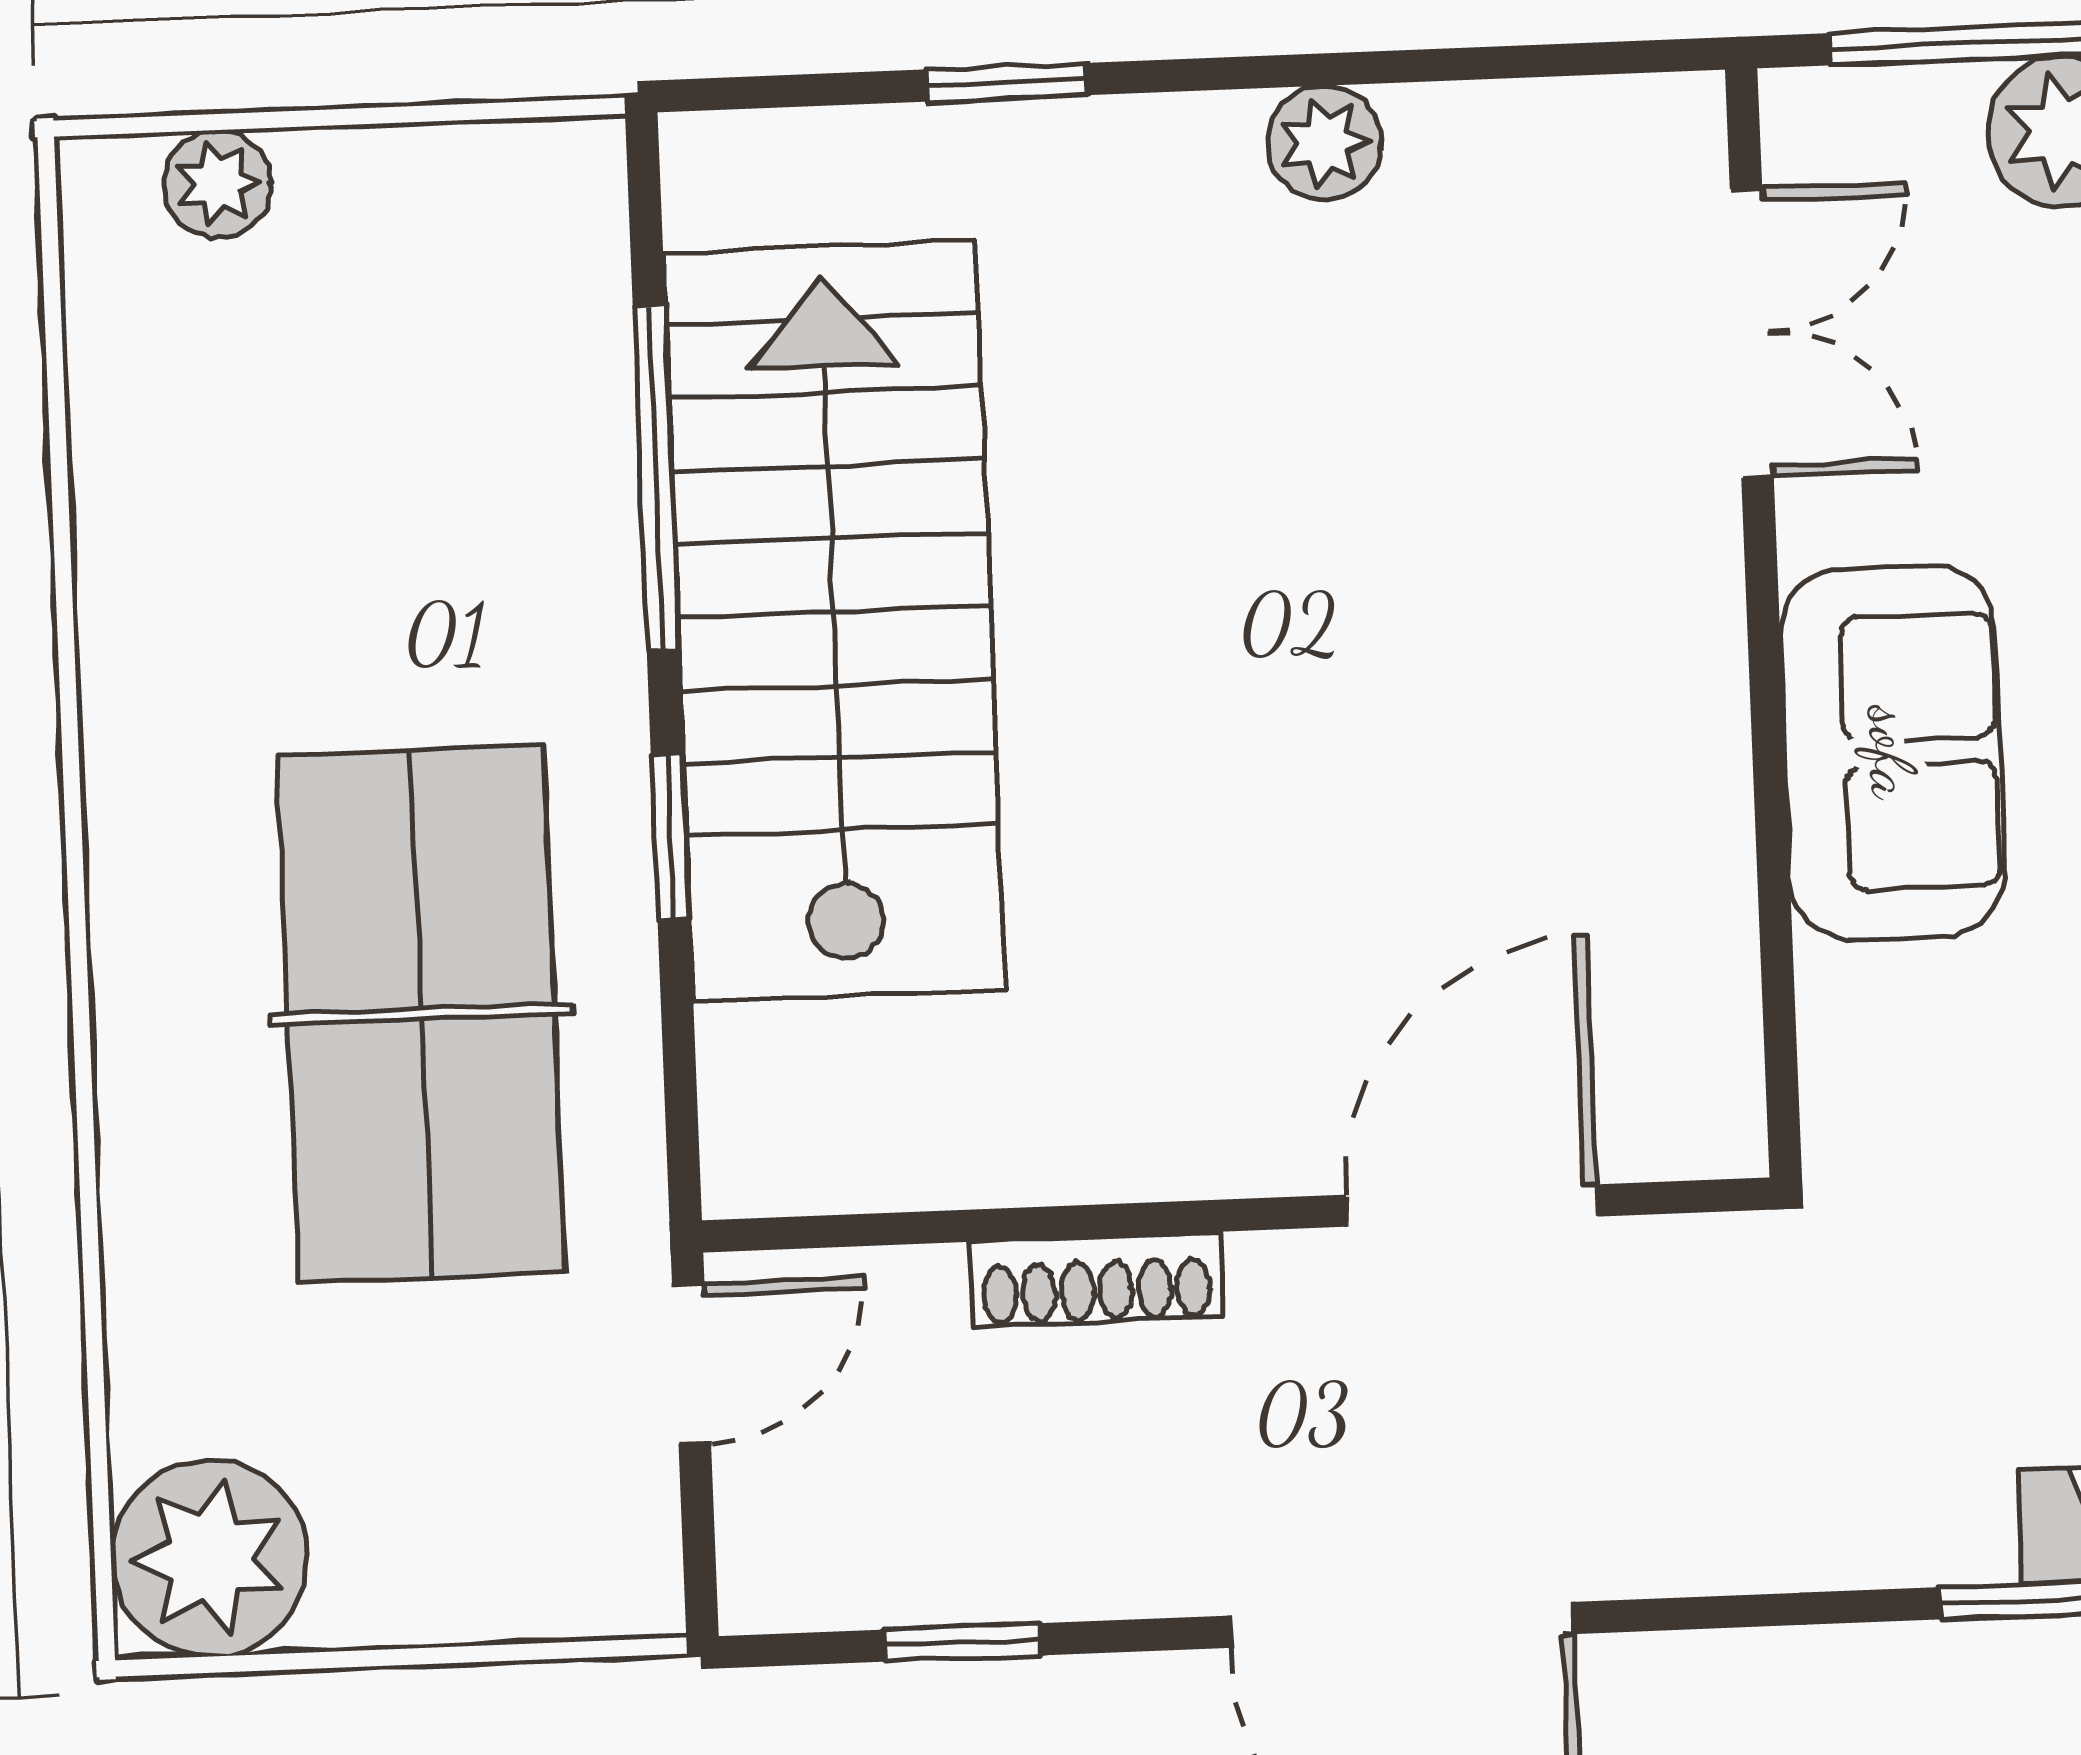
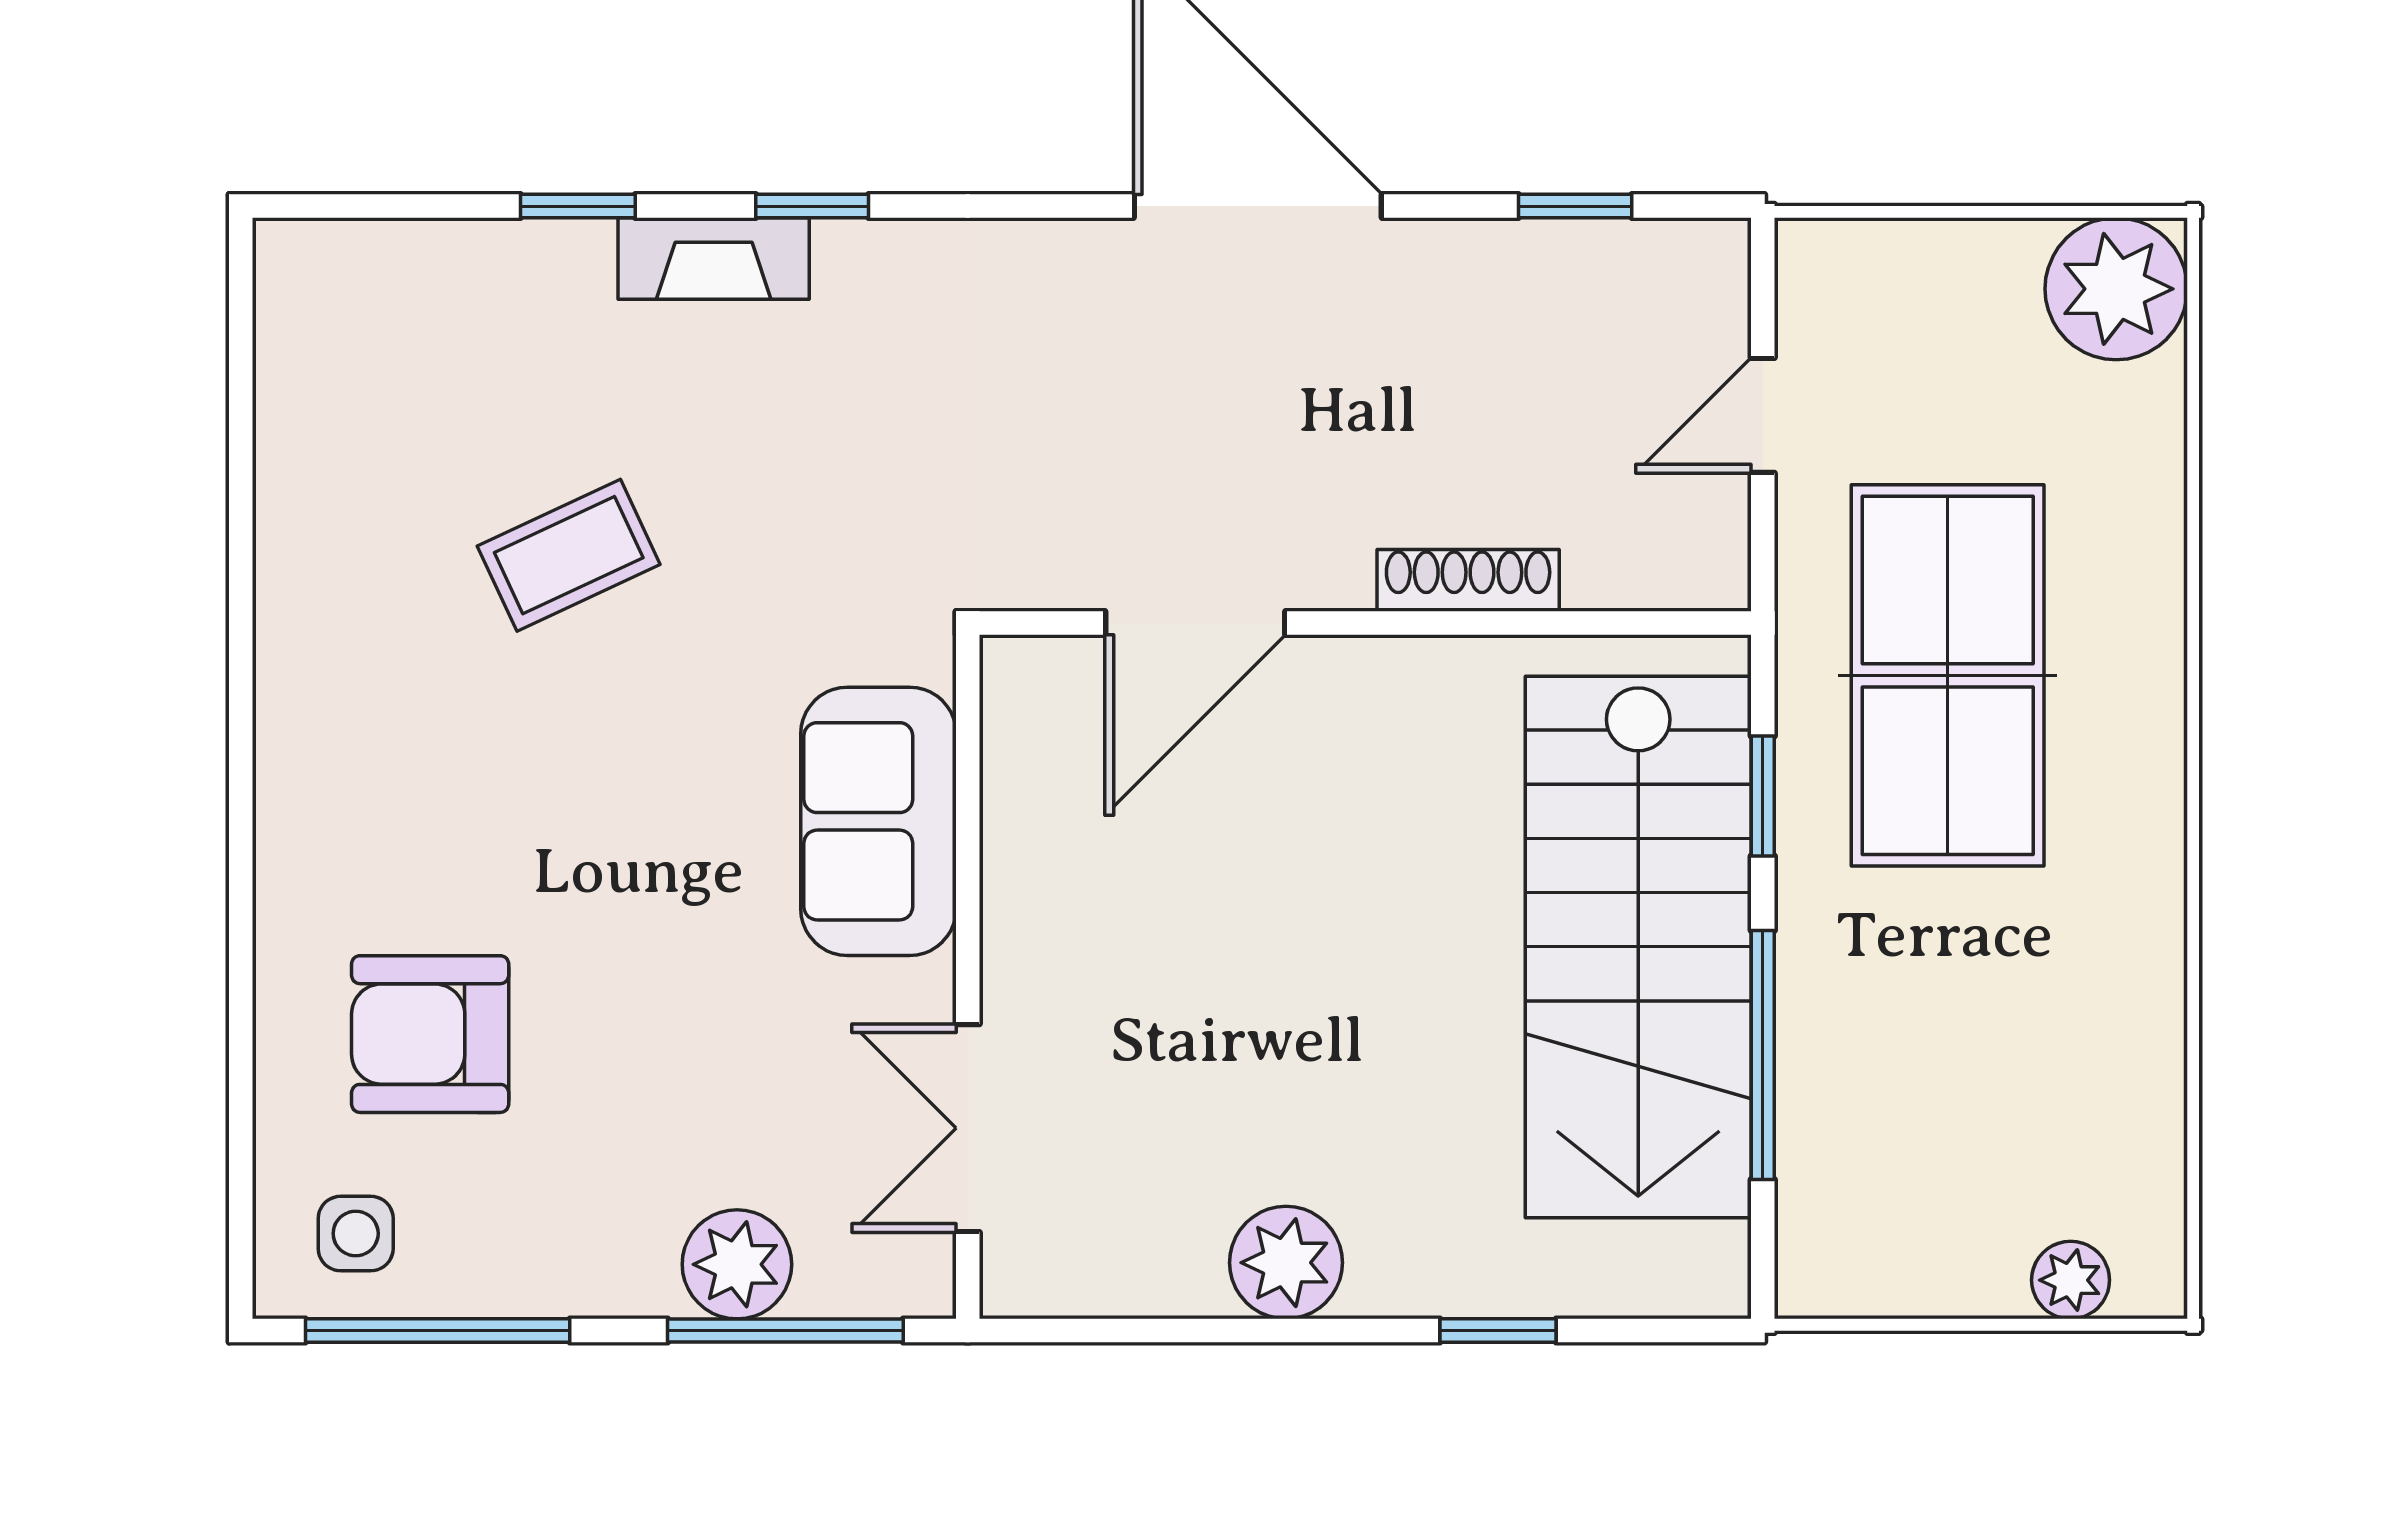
plant: (1324, 142) -> (1286, 1263), width x1.38, depth x1.38
door: (1472, 1206) -> (1195, 623), moved
wall: (1236, 1215) -> (1365, 623), moved
shoe rack: (1096, 1280) -> (1468, 580), moved

